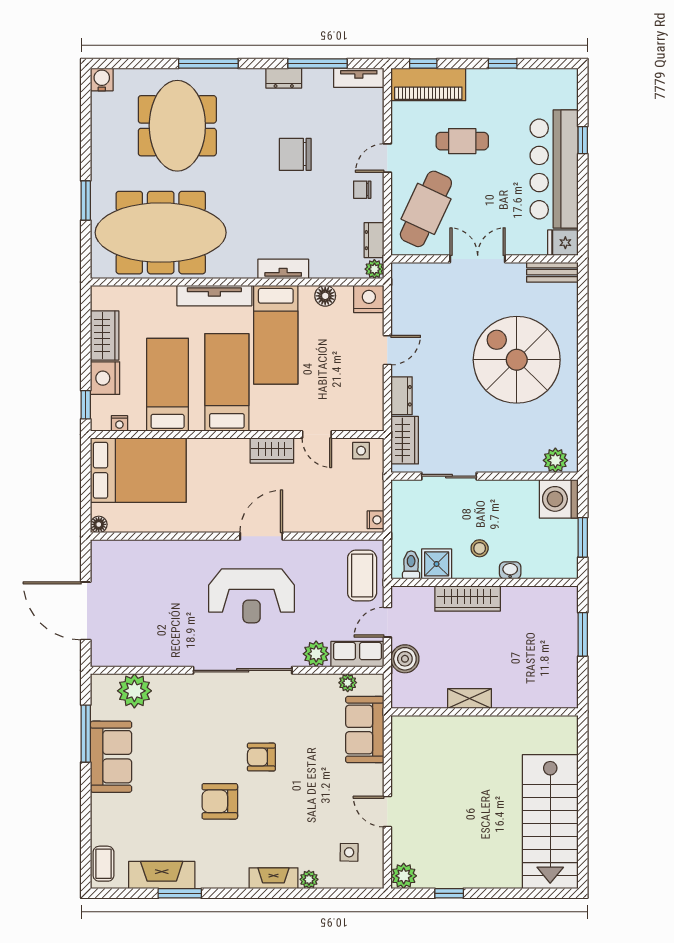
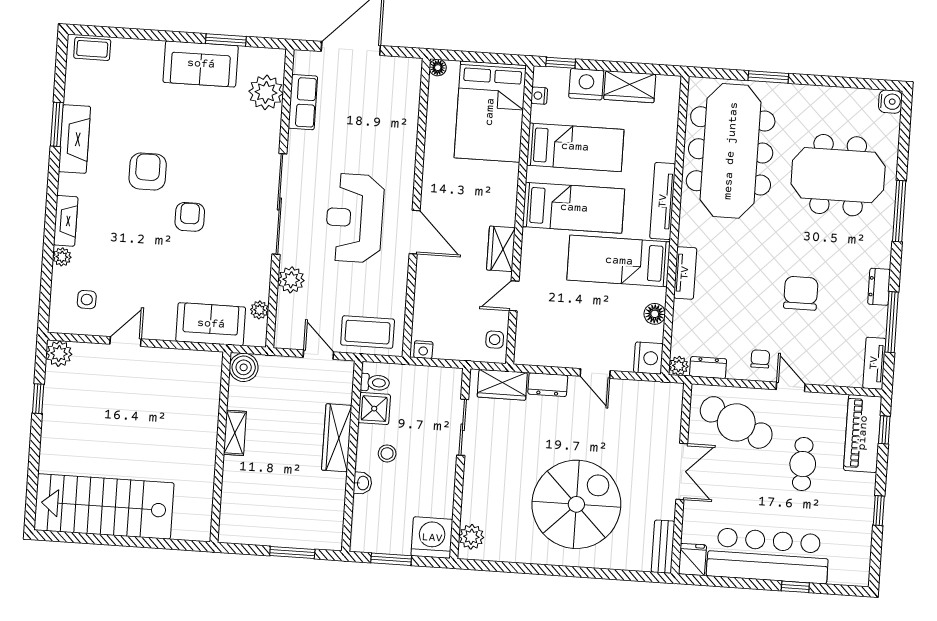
row of seats: (357, 654) -> (303, 102), moved
boiler: (405, 659) -> (244, 367), moved
window: (86, 734) -> (226, 40), width x0.69
fireplace: (162, 875) -> (74, 139), moved

